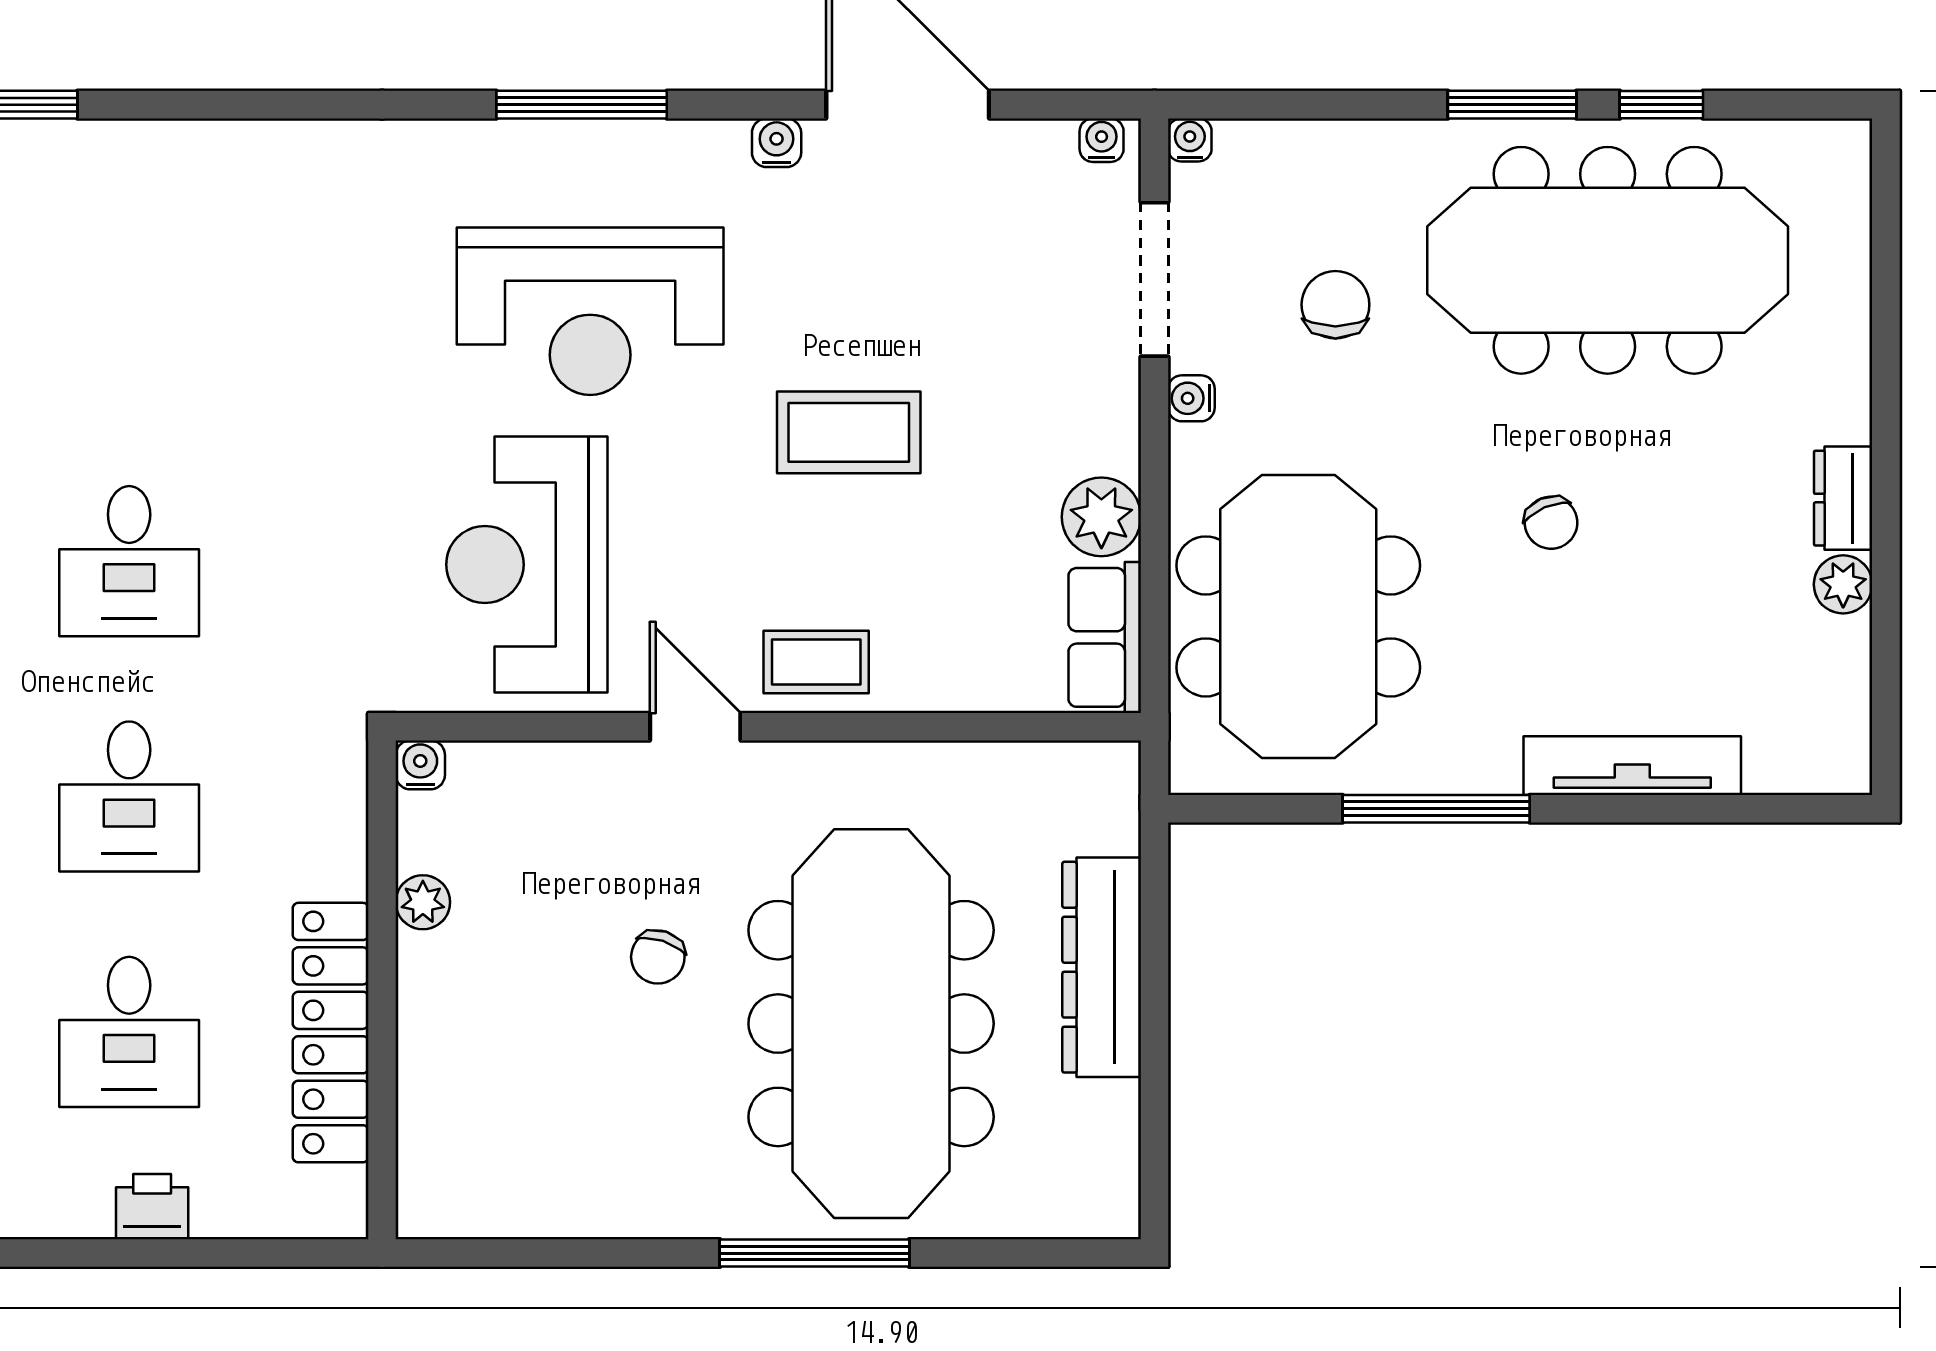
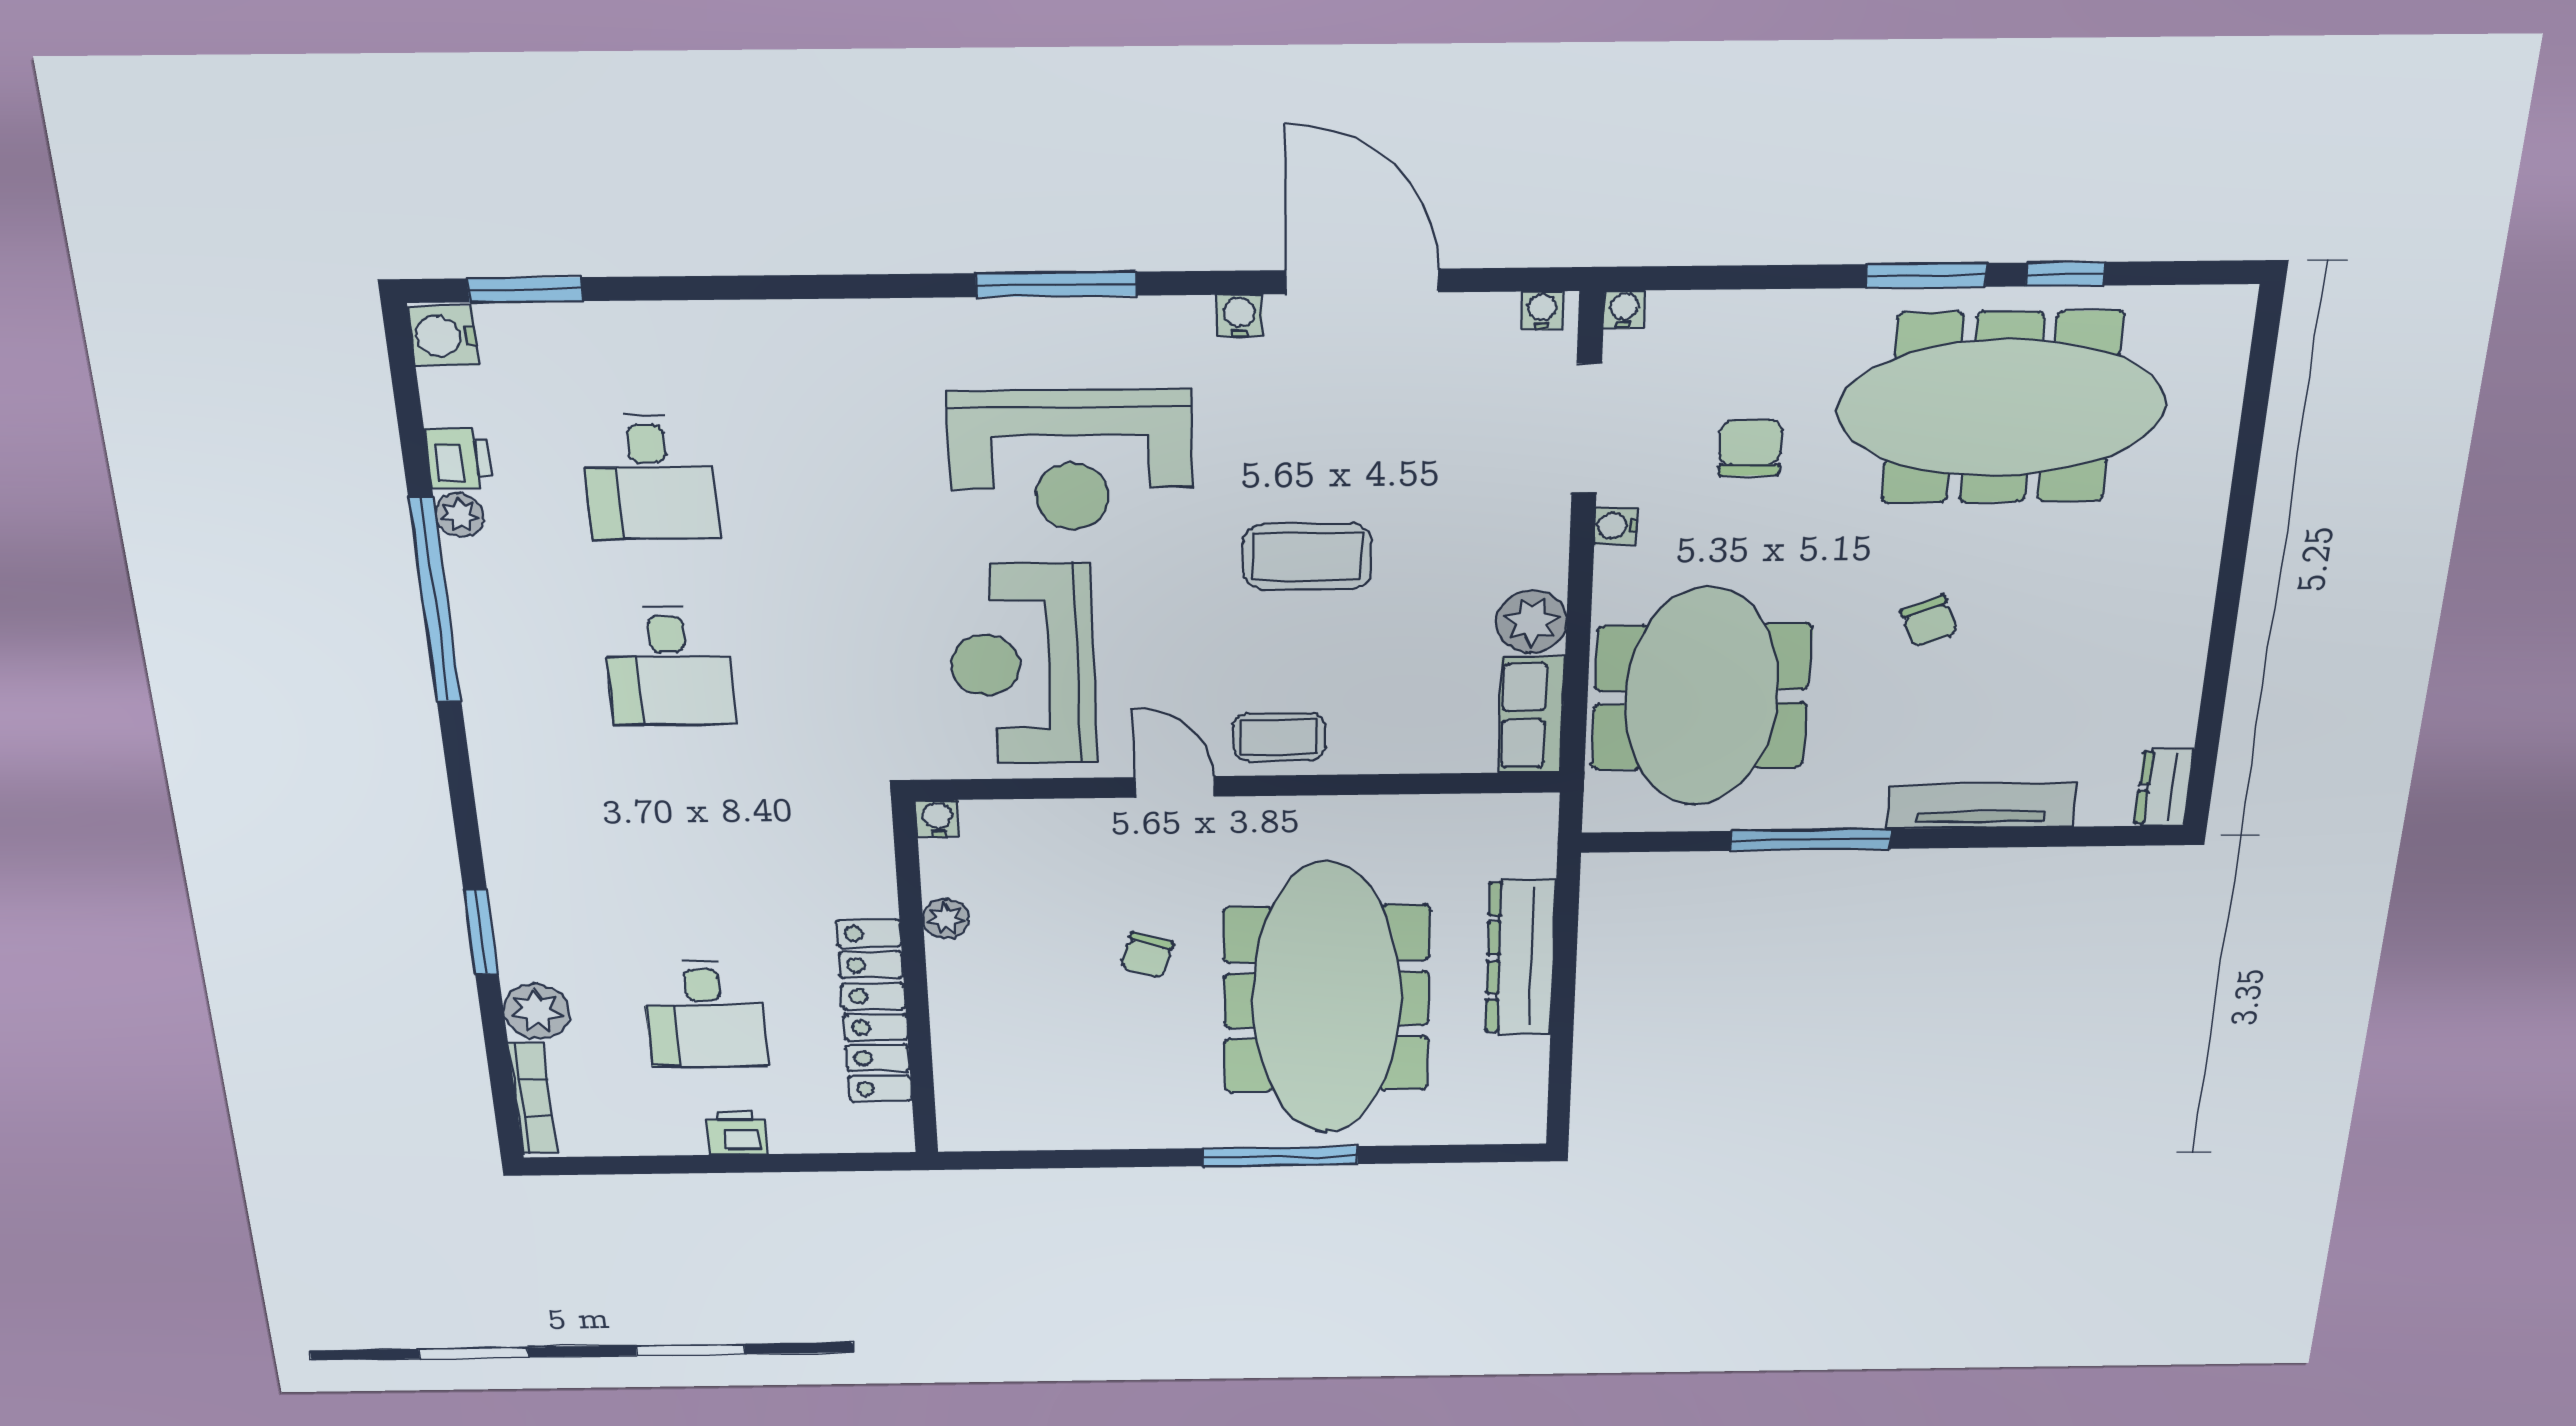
dresser: (1843, 498) -> (2164, 787), moved
plant: (1843, 584) -> (2180, 667), removed
desk: (129, 797) -> (650, 477), moved

